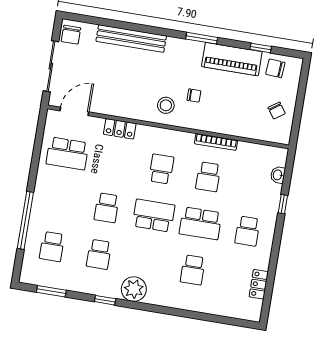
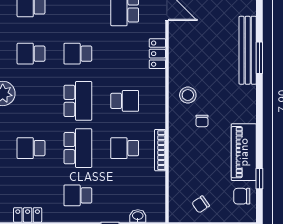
window: (202, 38) -> (259, 58), moved
chair: (275, 68) -> (242, 196), turned -94
school desk: (201, 223) -> (78, 148), turned 180

